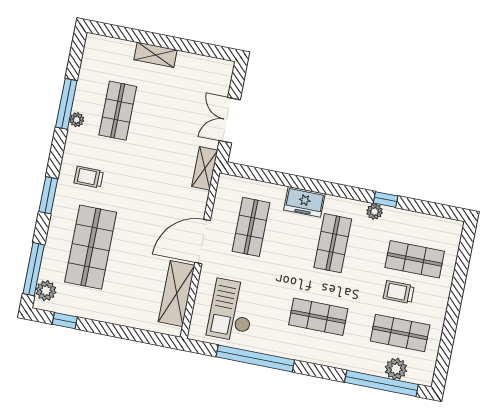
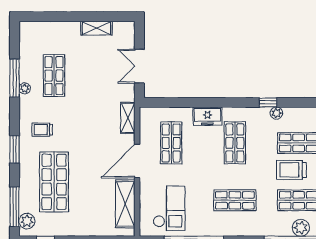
shelving: (156, 55) -> (96, 28), moved
shelving: (205, 168) -> (128, 118), moved
plant: (375, 212) -> (276, 113), moved
trolley: (399, 292) -> (292, 170), width x1.36, depth x1.39
checkout: (232, 310) -> (169, 208), turned 180

